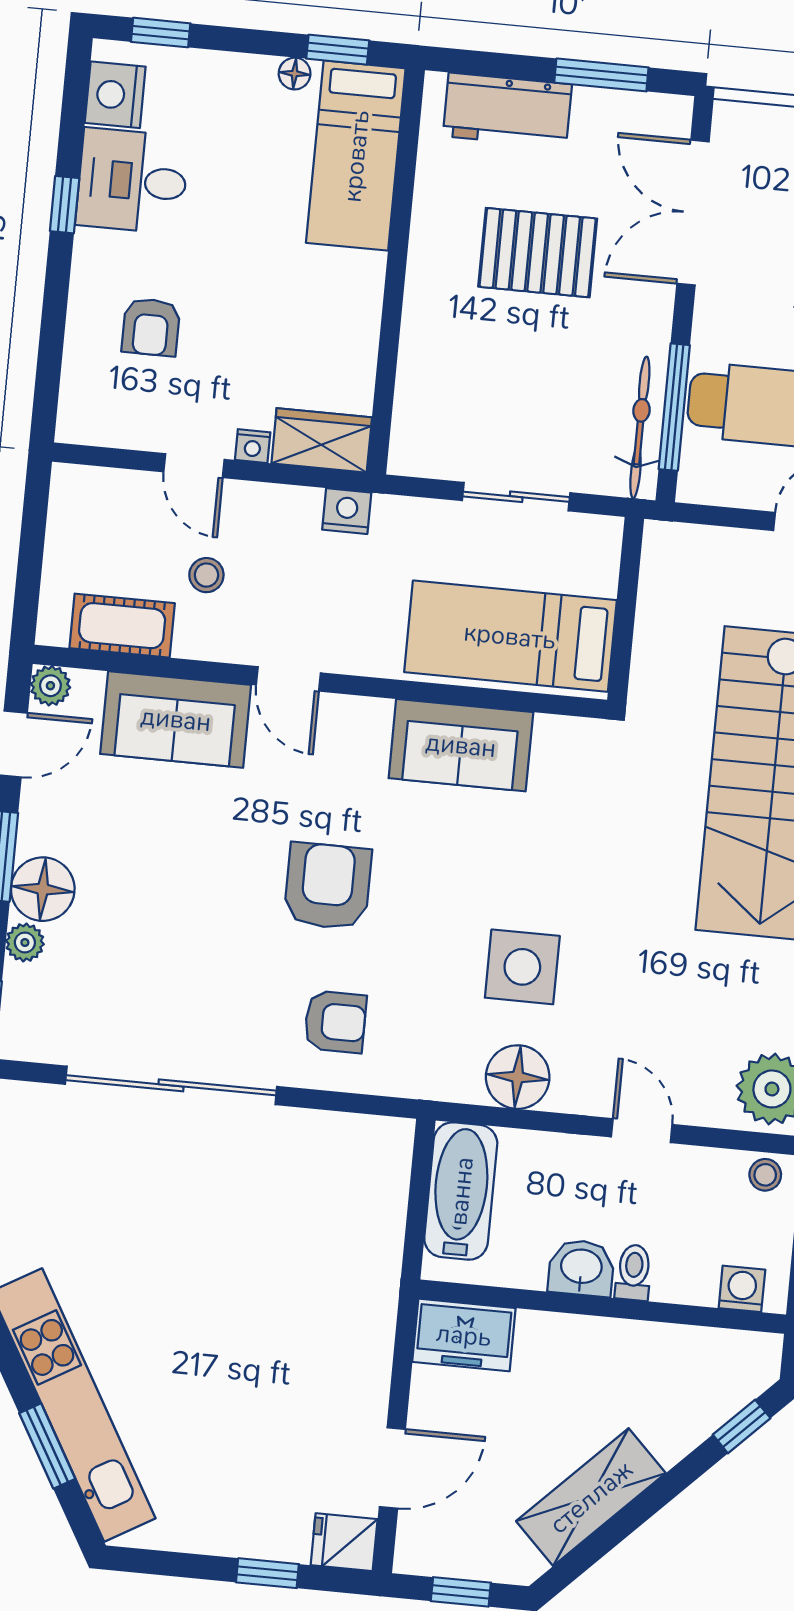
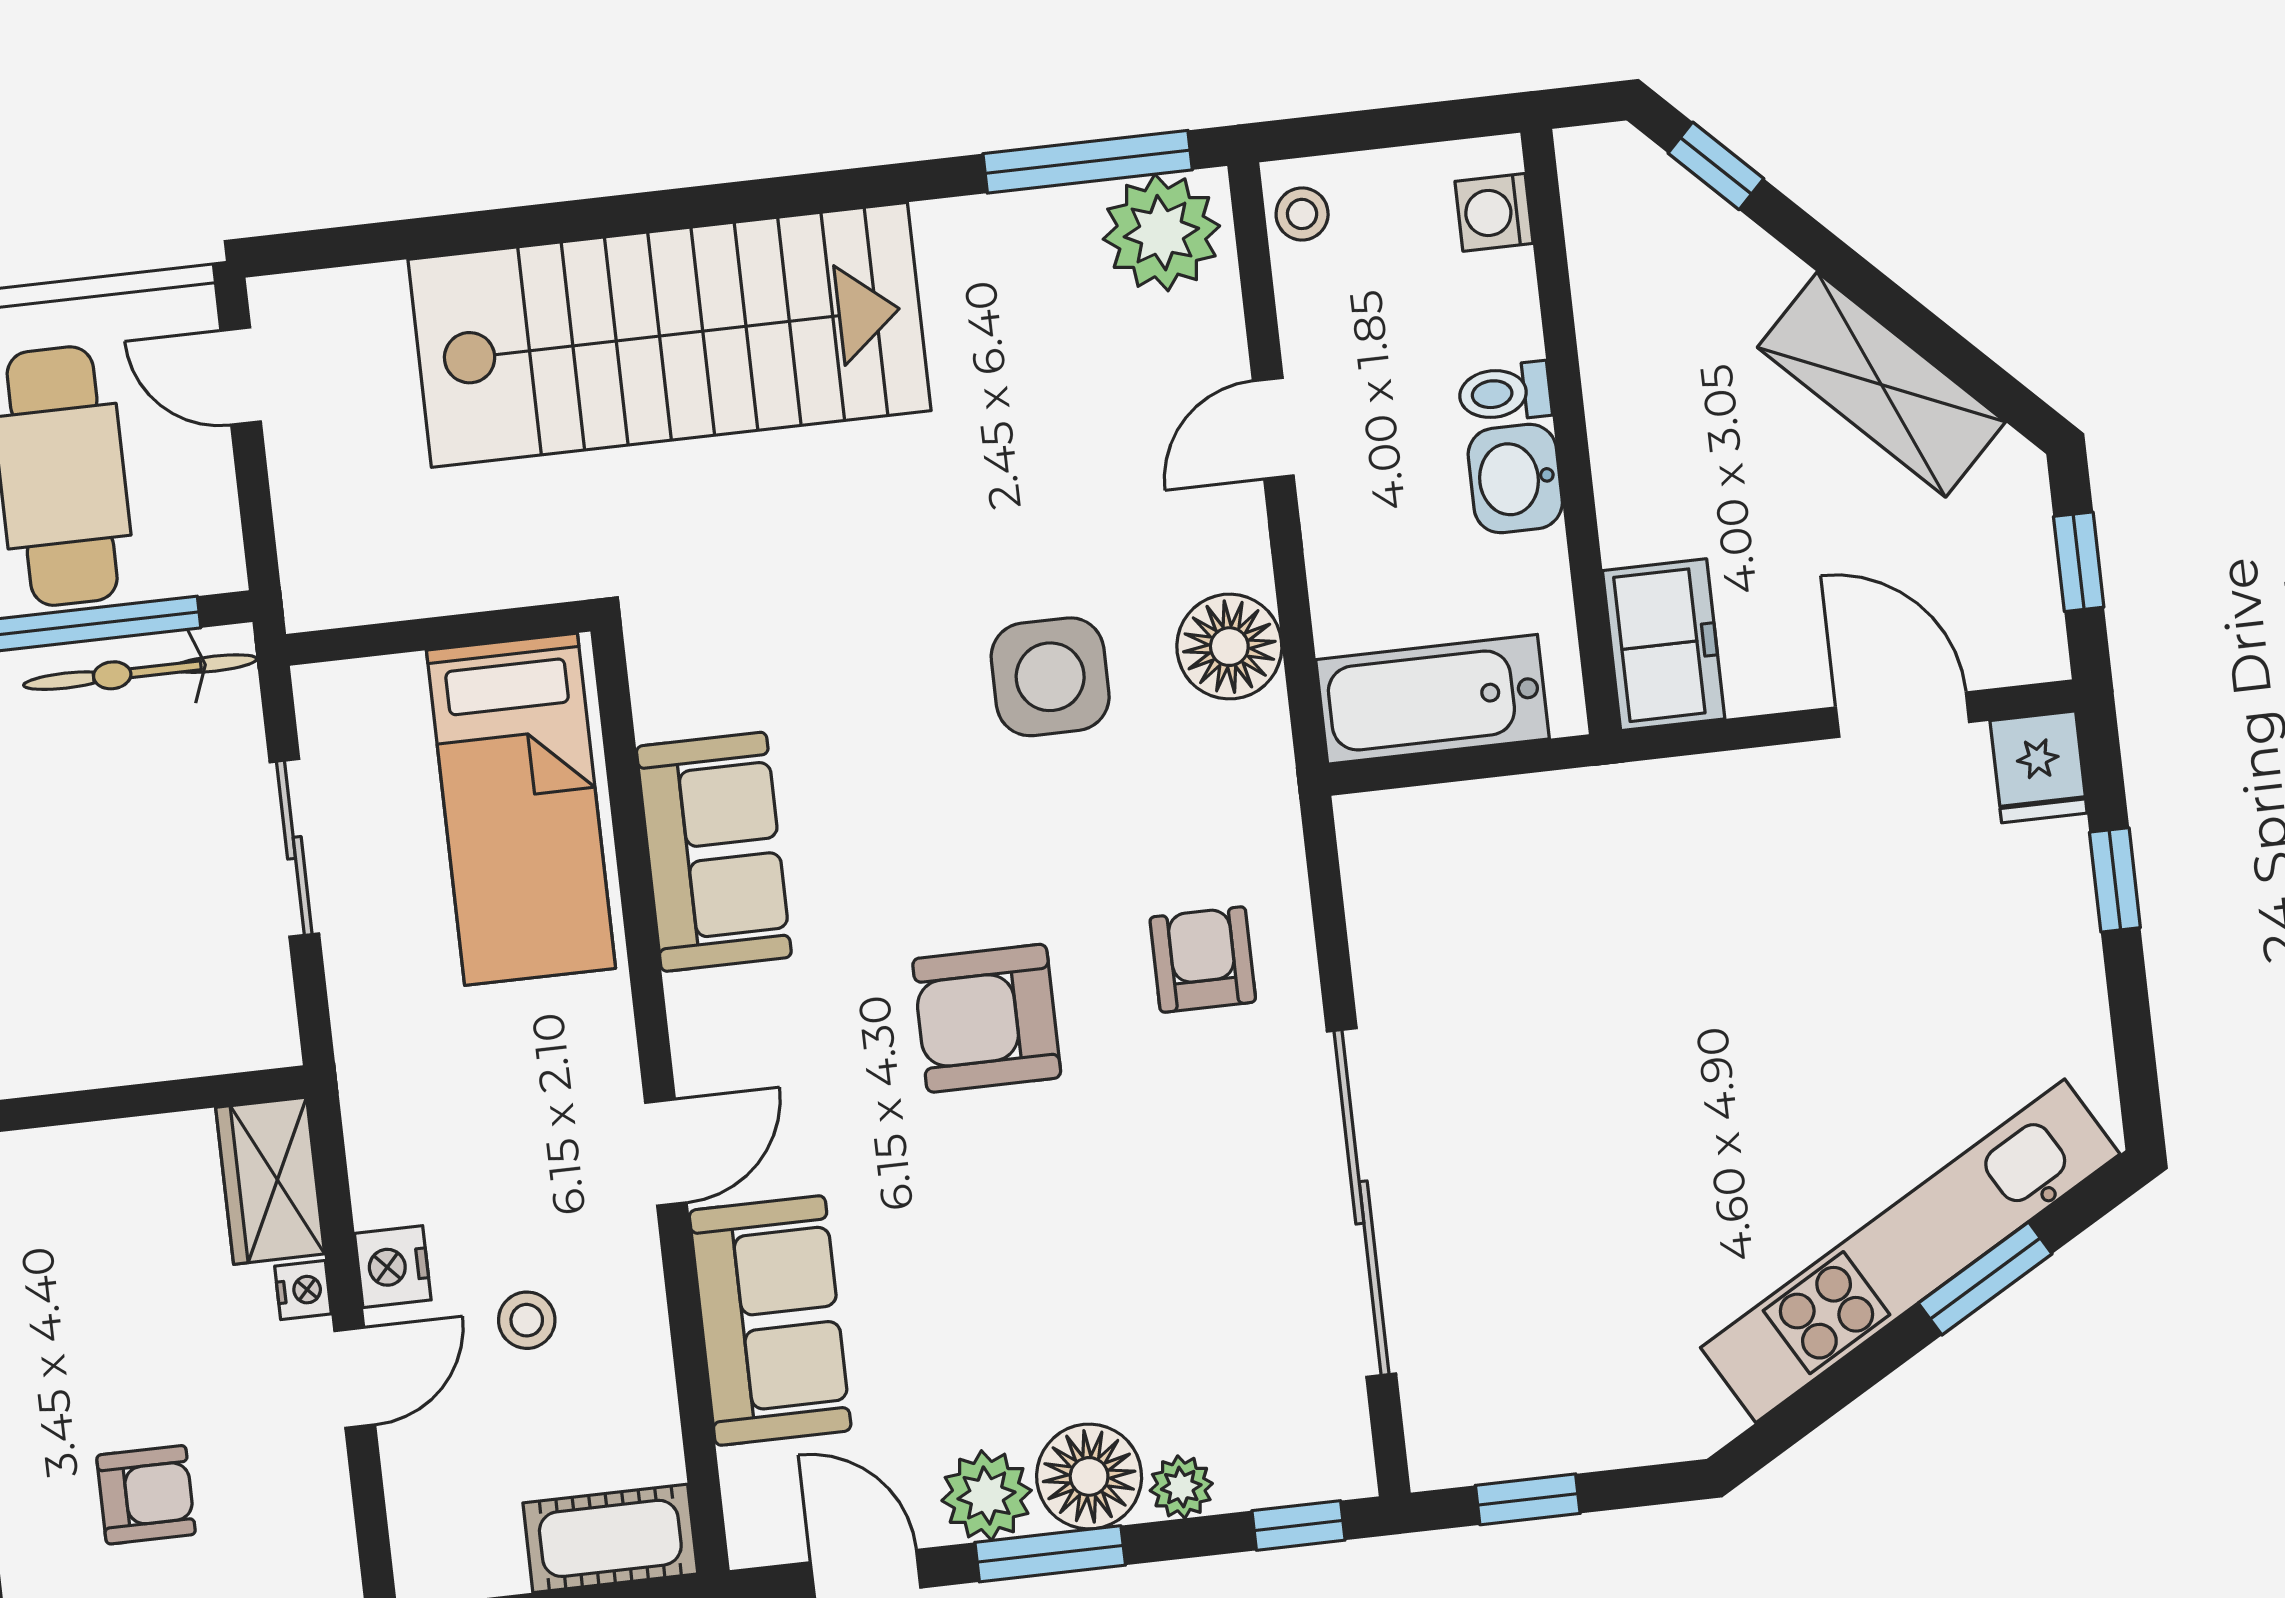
nightstand: (347, 511) -> (393, 1267), moved
cot: (122, 626) -> (610, 1538), moved, turned 90
plant: (50, 686) -> (987, 1495), moved, width x1.38, depth x1.38

